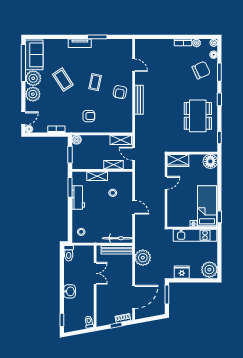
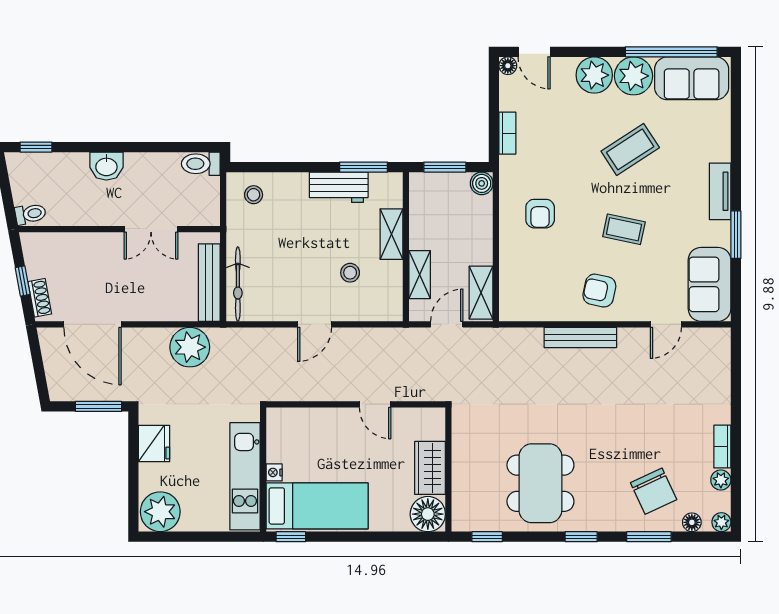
sofa: (117, 48) -> (710, 284), added
dining table: (198, 116) -> (540, 483), turned 90
wardrobe: (178, 161) -> (430, 468), moved

